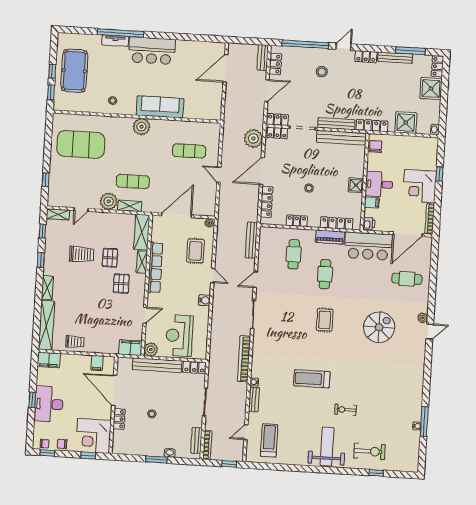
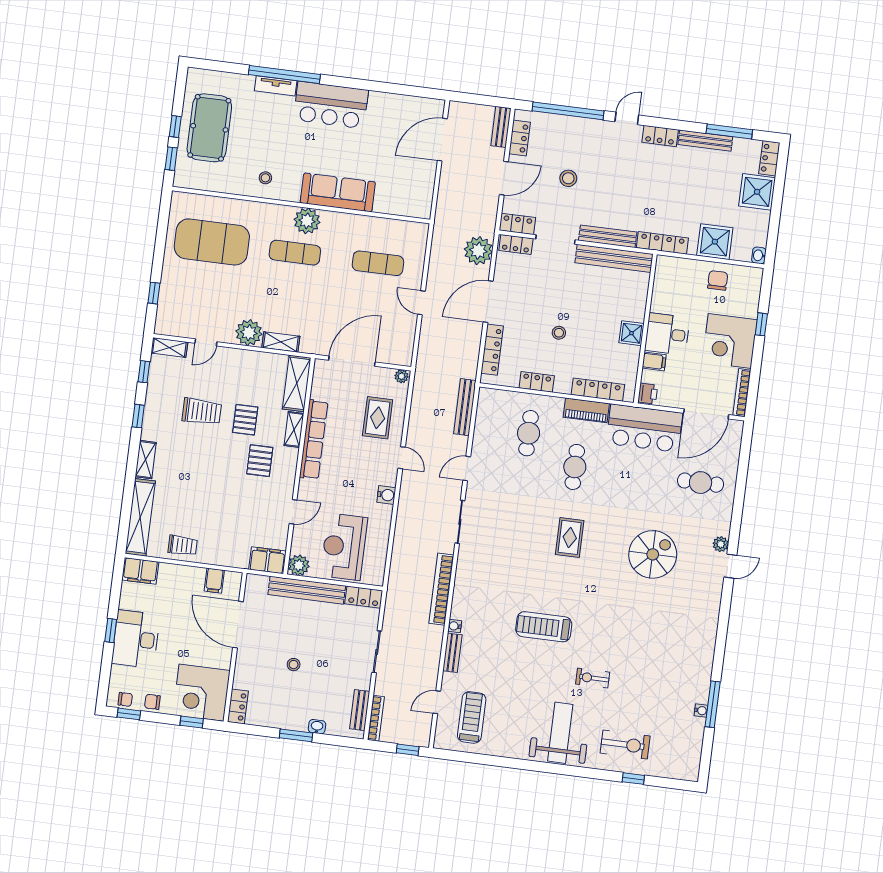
stool: (322, 72) -> (568, 178), moved
chair: (376, 146) -> (718, 280), moved
exercise mat: (133, 181) -> (295, 253), moved
locker: (119, 419) -> (238, 706), moved

